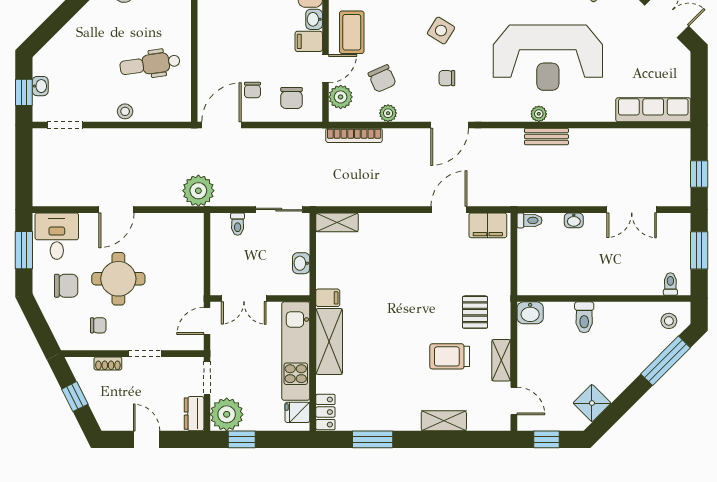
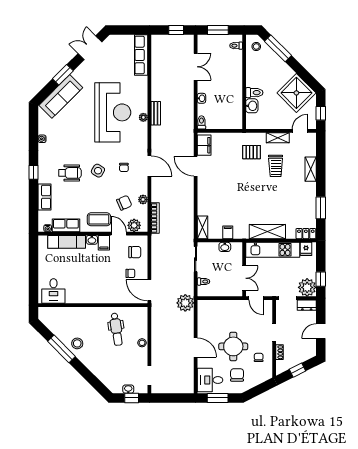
filing cabinet: (328, 298) -> (228, 232), moved
washbasin: (530, 313) -> (252, 106), moved
shower: (592, 403) -> (296, 93), width x1.86, depth x1.86

